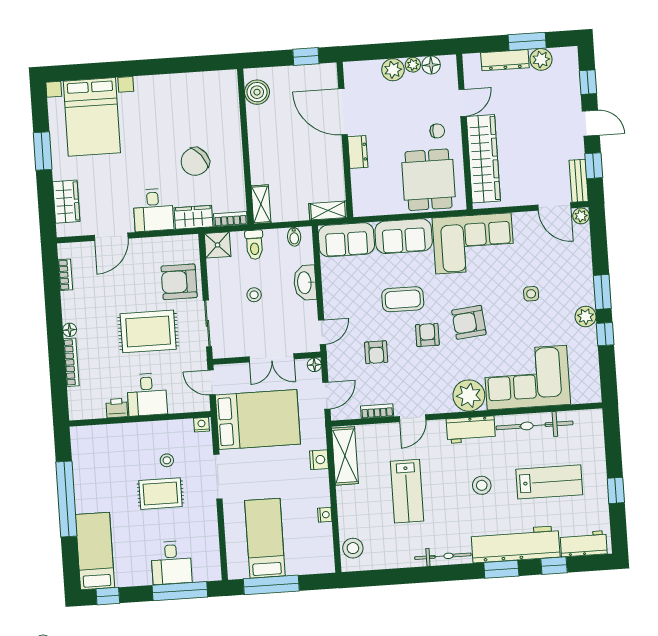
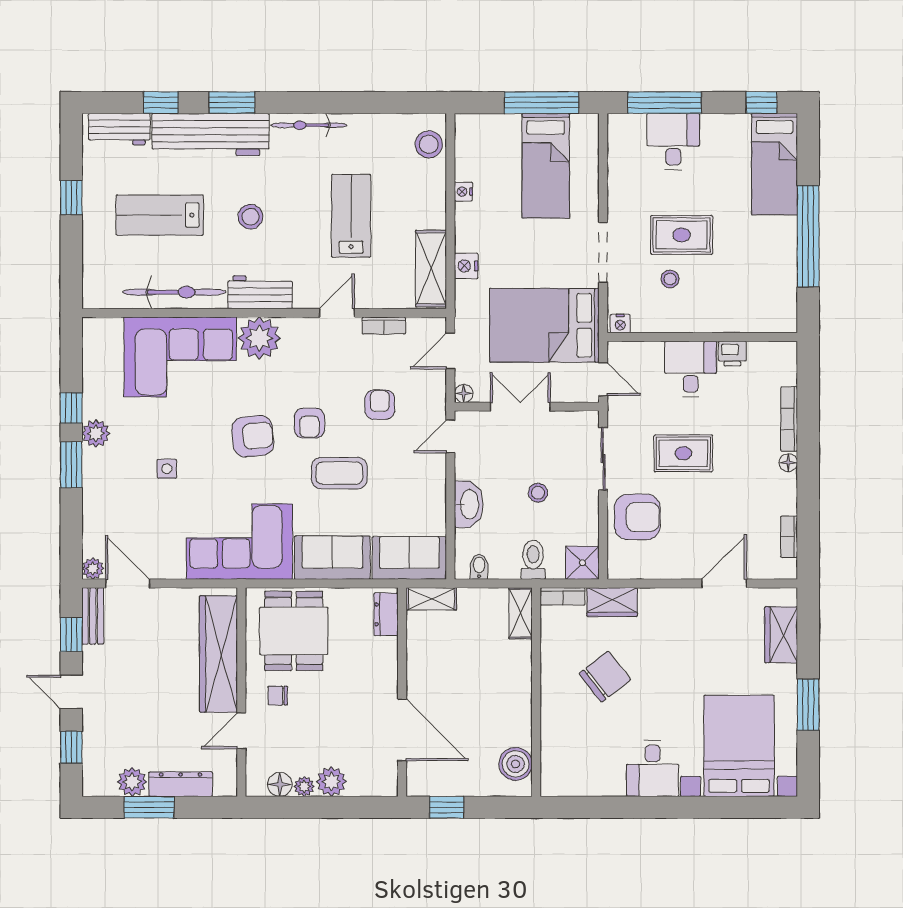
dresser: (358, 152) -> (386, 614), moved
desk: (153, 210) -> (653, 769), moved, turned 180
rug: (148, 331) -> (683, 453), width x0.73, depth x0.70

